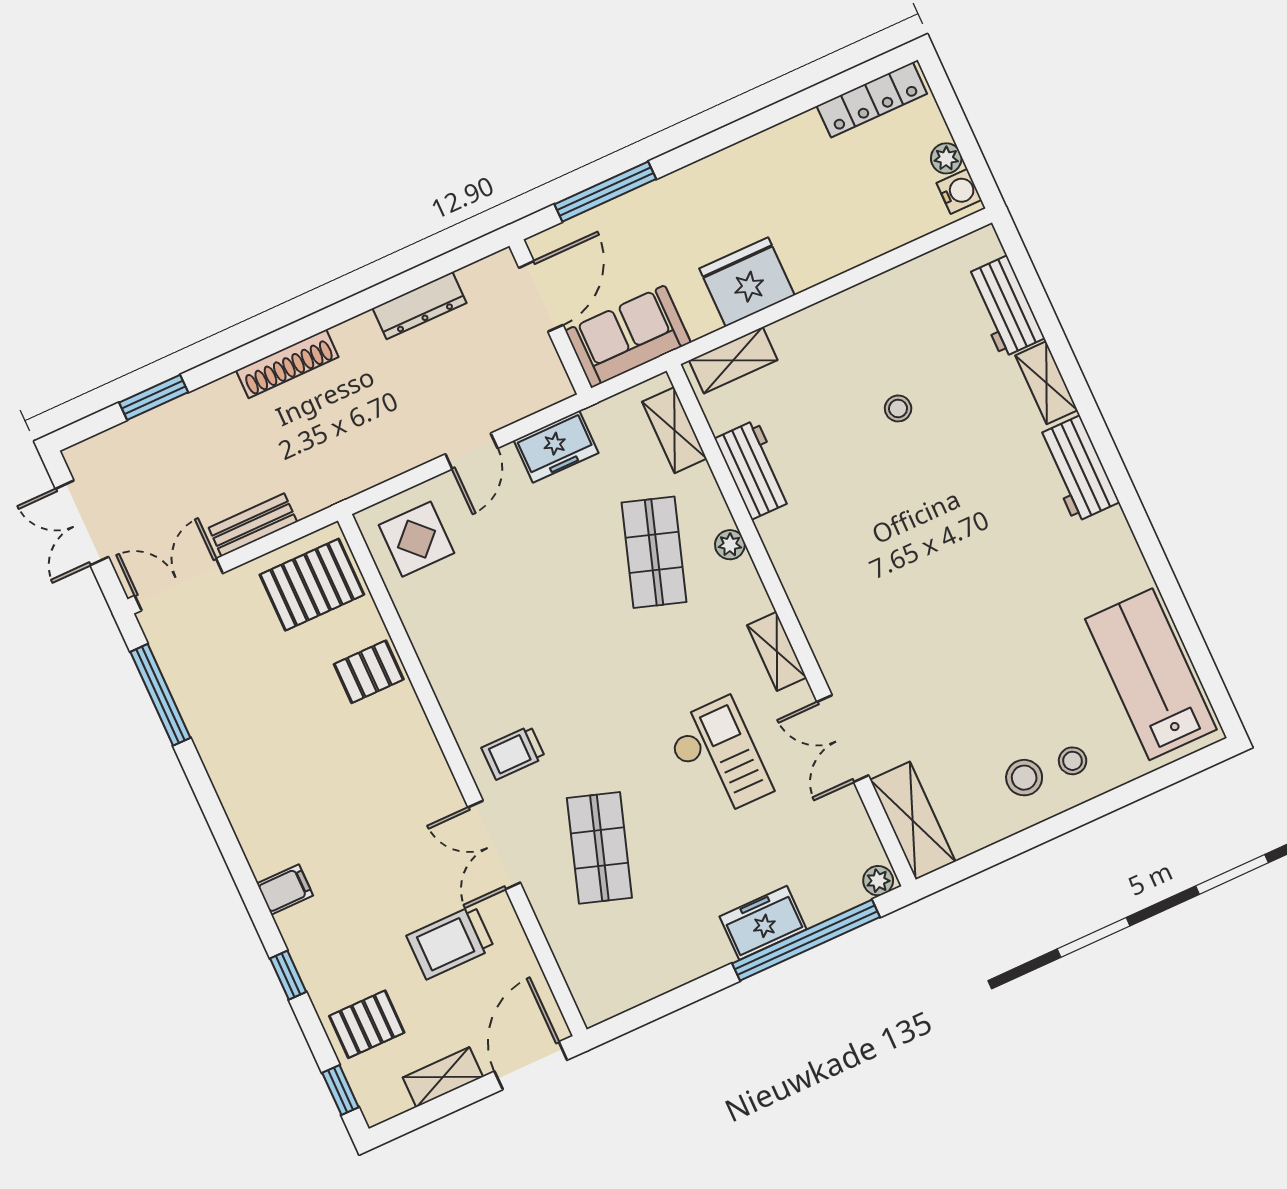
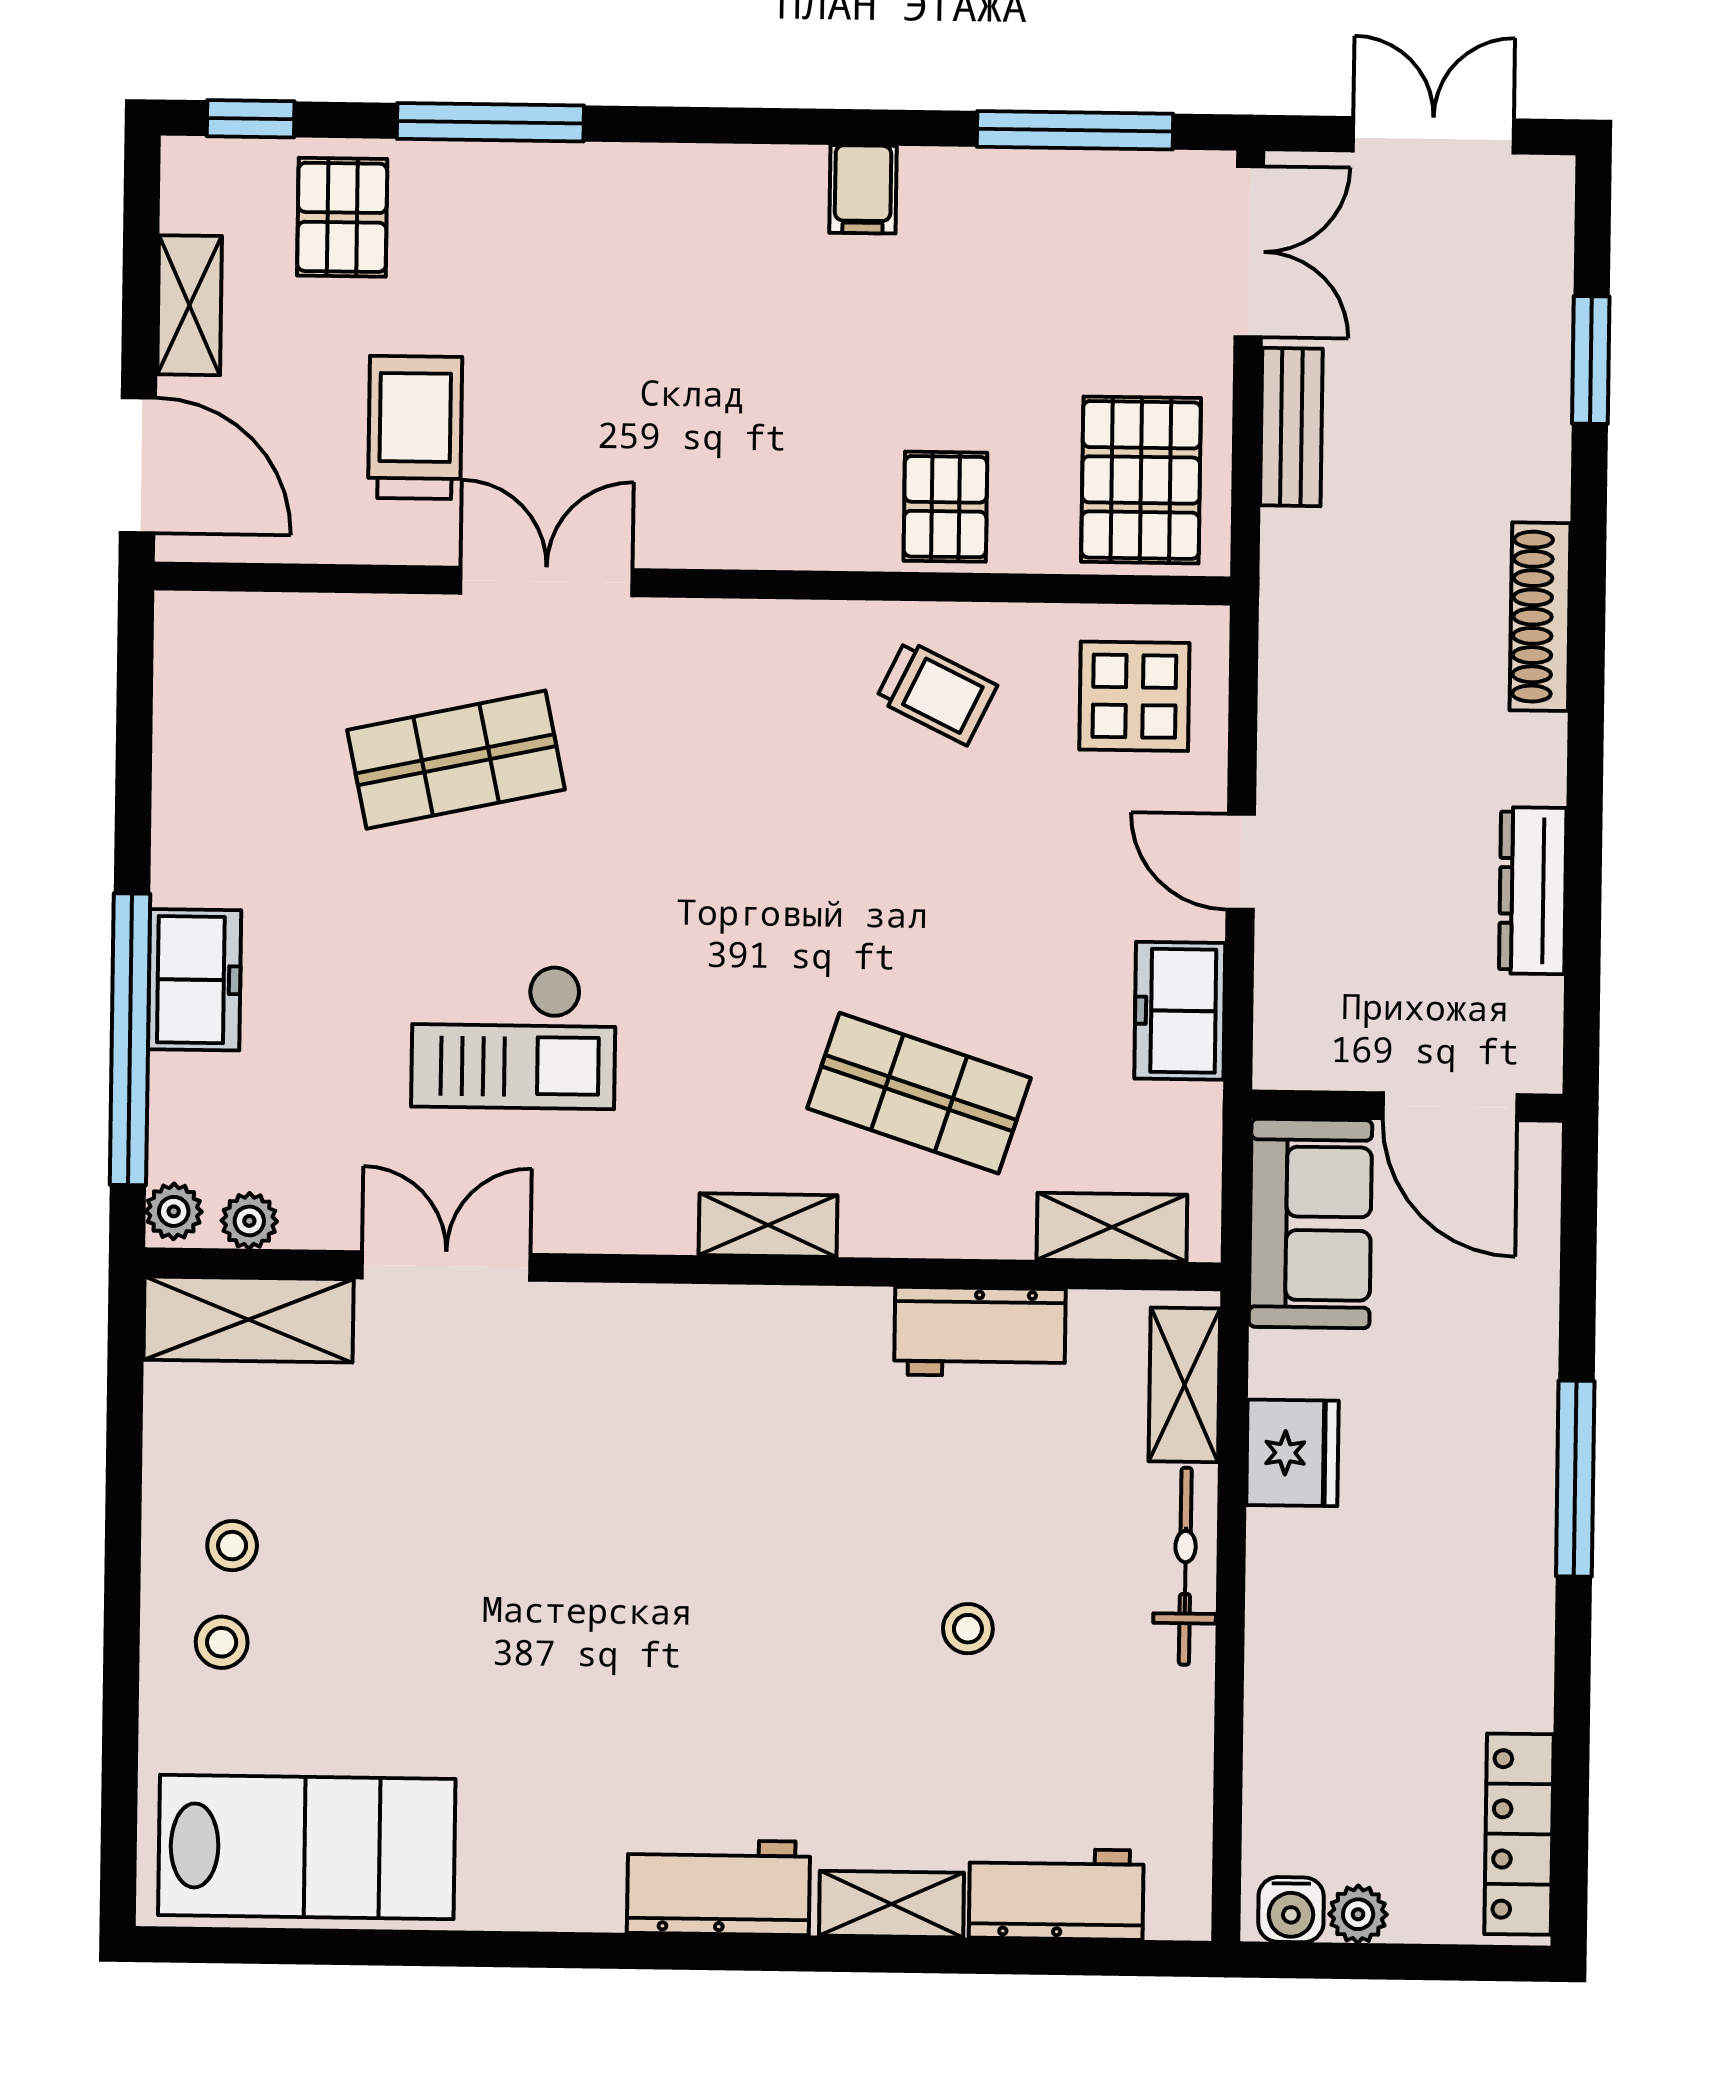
window: (605, 192) -> (1575, 1479), moved
fridge: (747, 282) -> (1292, 1453), width x0.73, depth x0.75
bicycle: (819, 319) -> (1185, 1566), added
plant: (730, 545) -> (249, 1221), moved
shelving: (777, 651) -> (768, 1225), moved
trolley: (513, 753) -> (936, 693), moved, turned 116
stool: (1024, 778) -> (232, 1546), width x0.73, depth x0.73
shop shelf: (599, 848) -> (456, 760), turned -30
filing cabinet: (285, 889) -> (863, 189), moved
window: (288, 975) -> (490, 122), width x2.17

